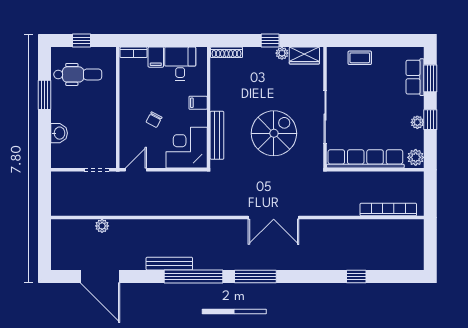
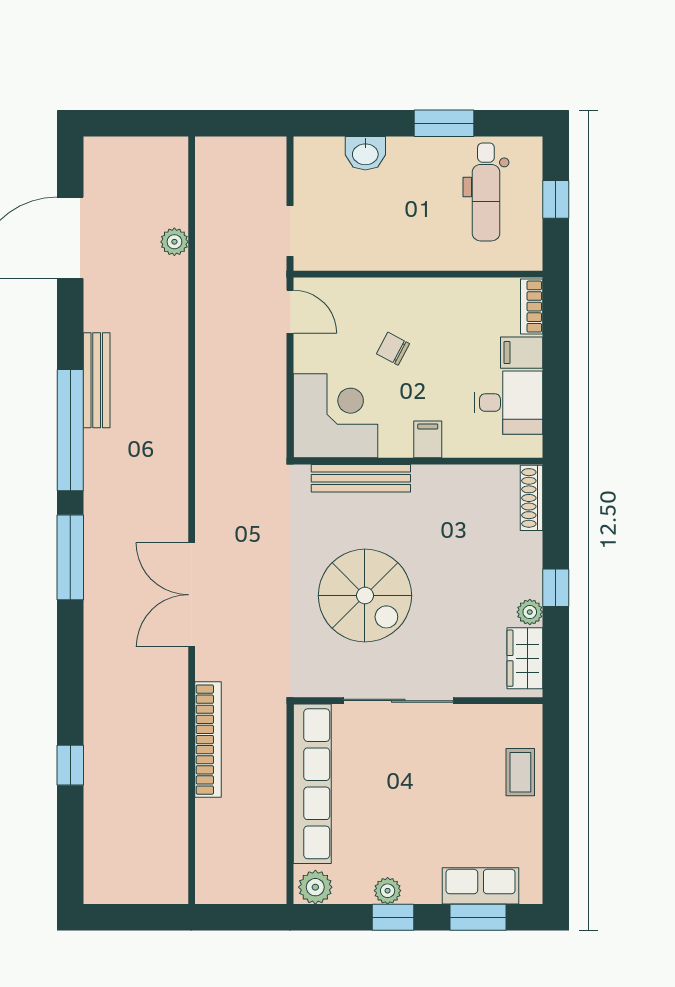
bookcase: (388, 210) -> (208, 740), moved

